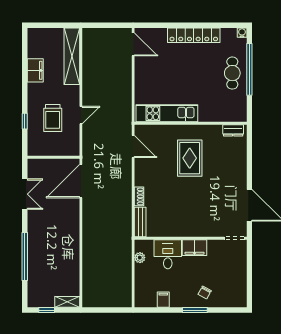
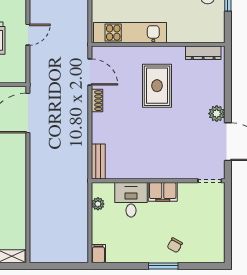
dresser: (233, 130) -> (203, 53), width x1.44
plant: (240, 182) -> (217, 114), added
shoe rack: (139, 196) -> (97, 101), moved
filing cabinet: (163, 300) -> (98, 254), moved

